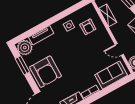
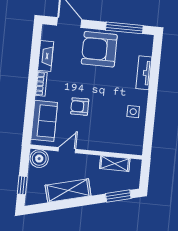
armchair: (88, 27) -> (80, 107), moved
plant: (25, 48) -> (143, 44), removed
window: (22, 65) -> (124, 28), width x1.44

